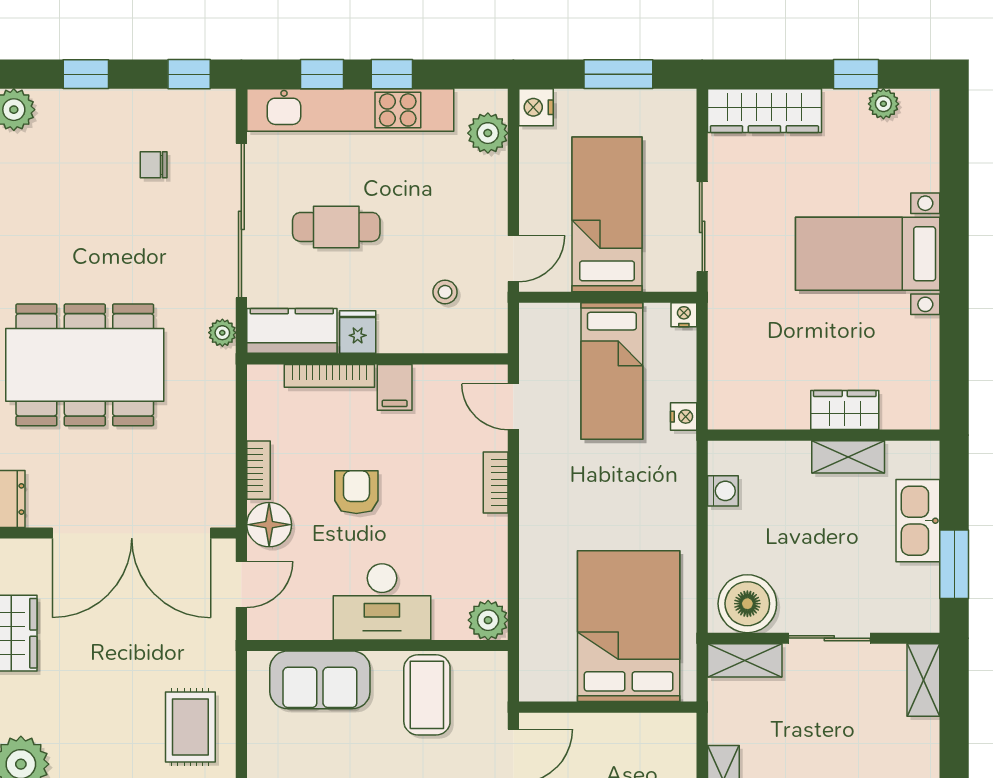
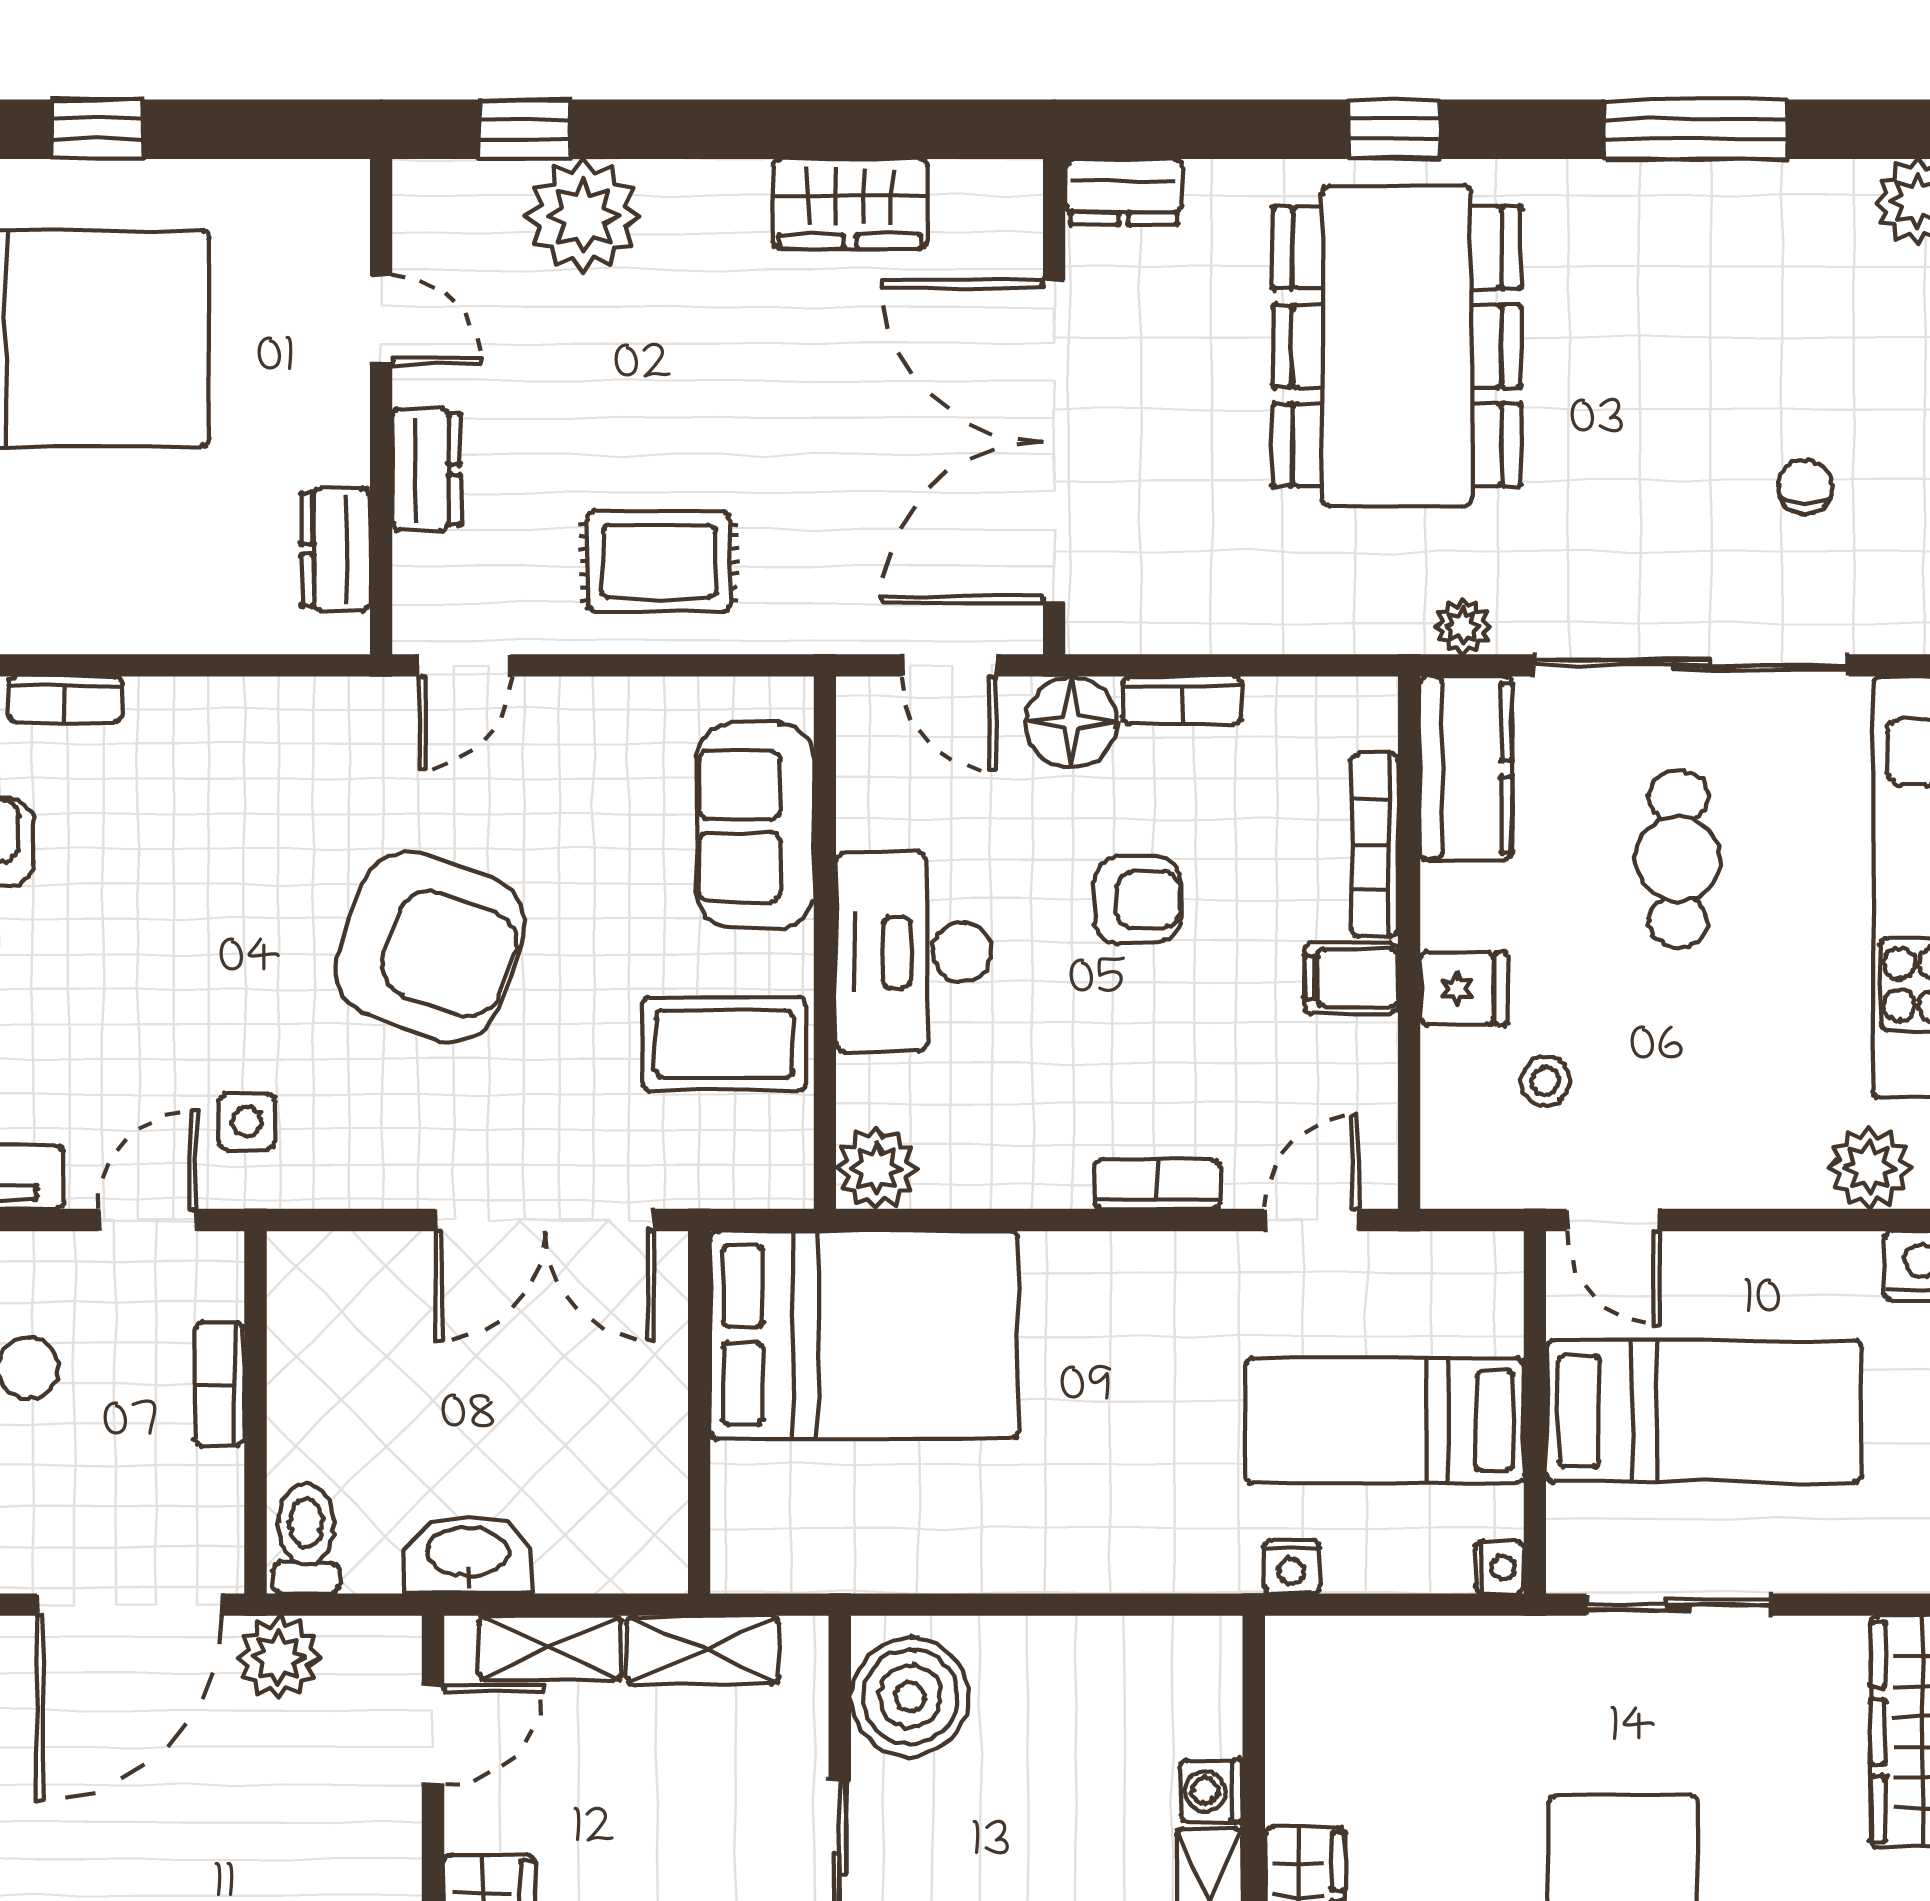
fridge: (358, 332) -> (1464, 988), moved
washing machine: (723, 491) -> (1211, 1791), moved, turned 90
bed: (629, 626) -> (864, 1335), moved
shelving: (745, 660) -> (703, 1650), moved, turned 90

